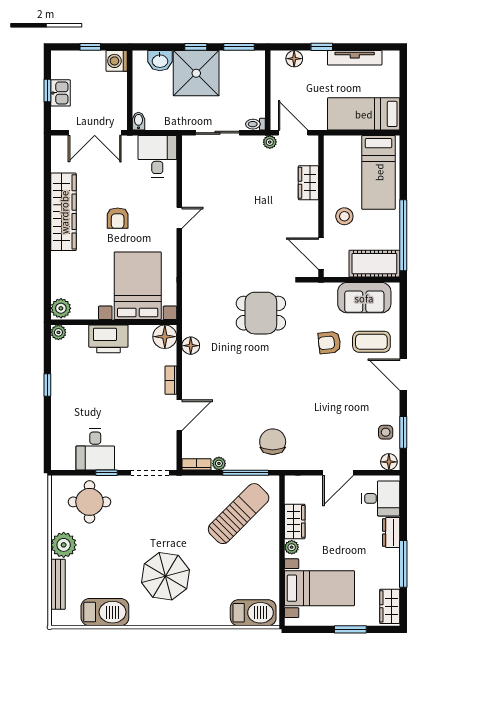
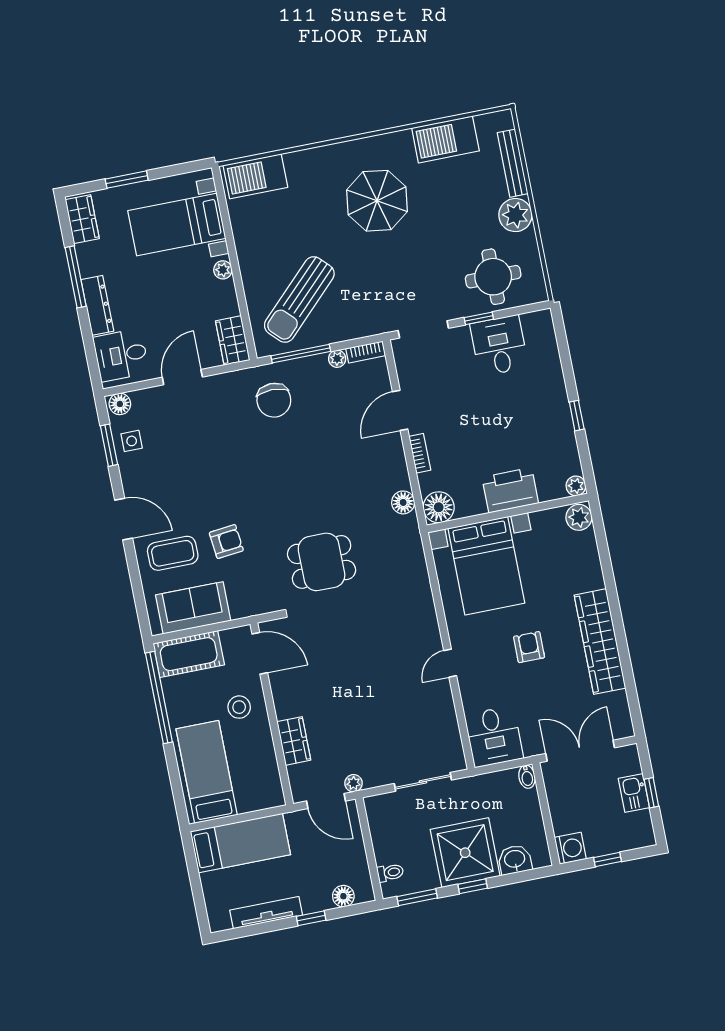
toilet: (255, 124) -> (390, 873), moved
wardrobe: (295, 521) -> (233, 340), moved
dresser: (391, 533) -> (97, 305), width x1.44

